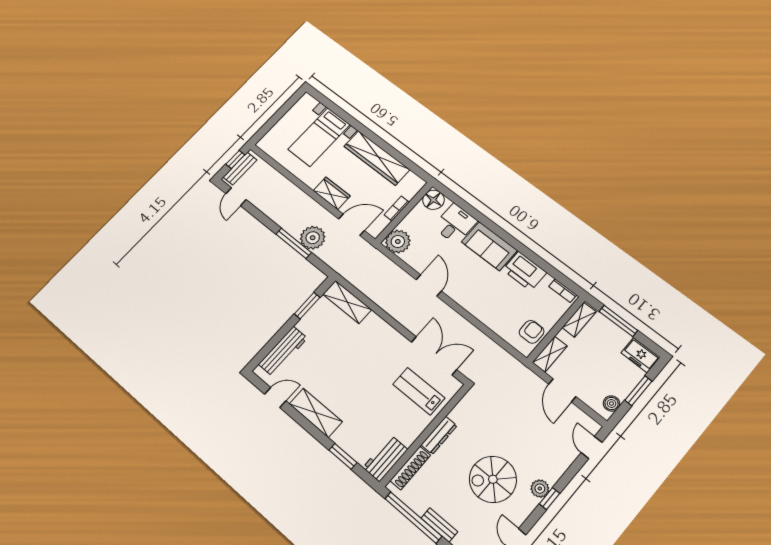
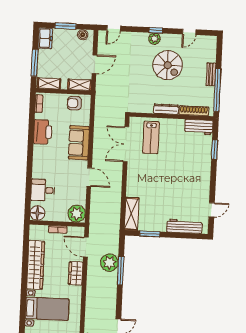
sofa: (489, 246) -> (79, 143), moved, turned 180
door: (429, 285) -> (89, 177), swing flipped
door: (275, 397) -> (212, 210), swing flipped
shelving: (316, 413) -> (203, 182), removed

